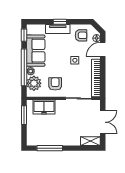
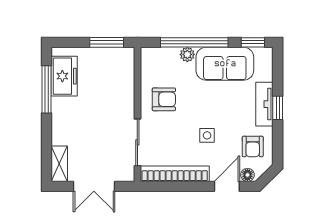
door: (103, 49) -> (227, 186), hinge flipped
plant: (34, 83) -> (165, 61), removed
freezer: (44, 107) -> (64, 76), moved, turned 180

